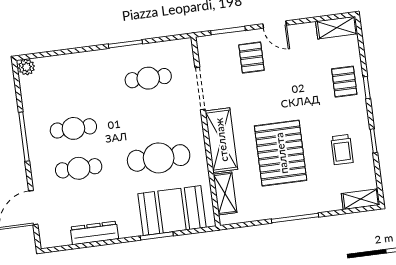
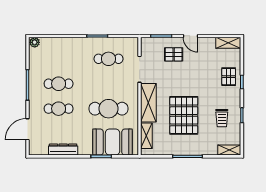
pallet: (251, 58) -> (174, 54), turned 90

